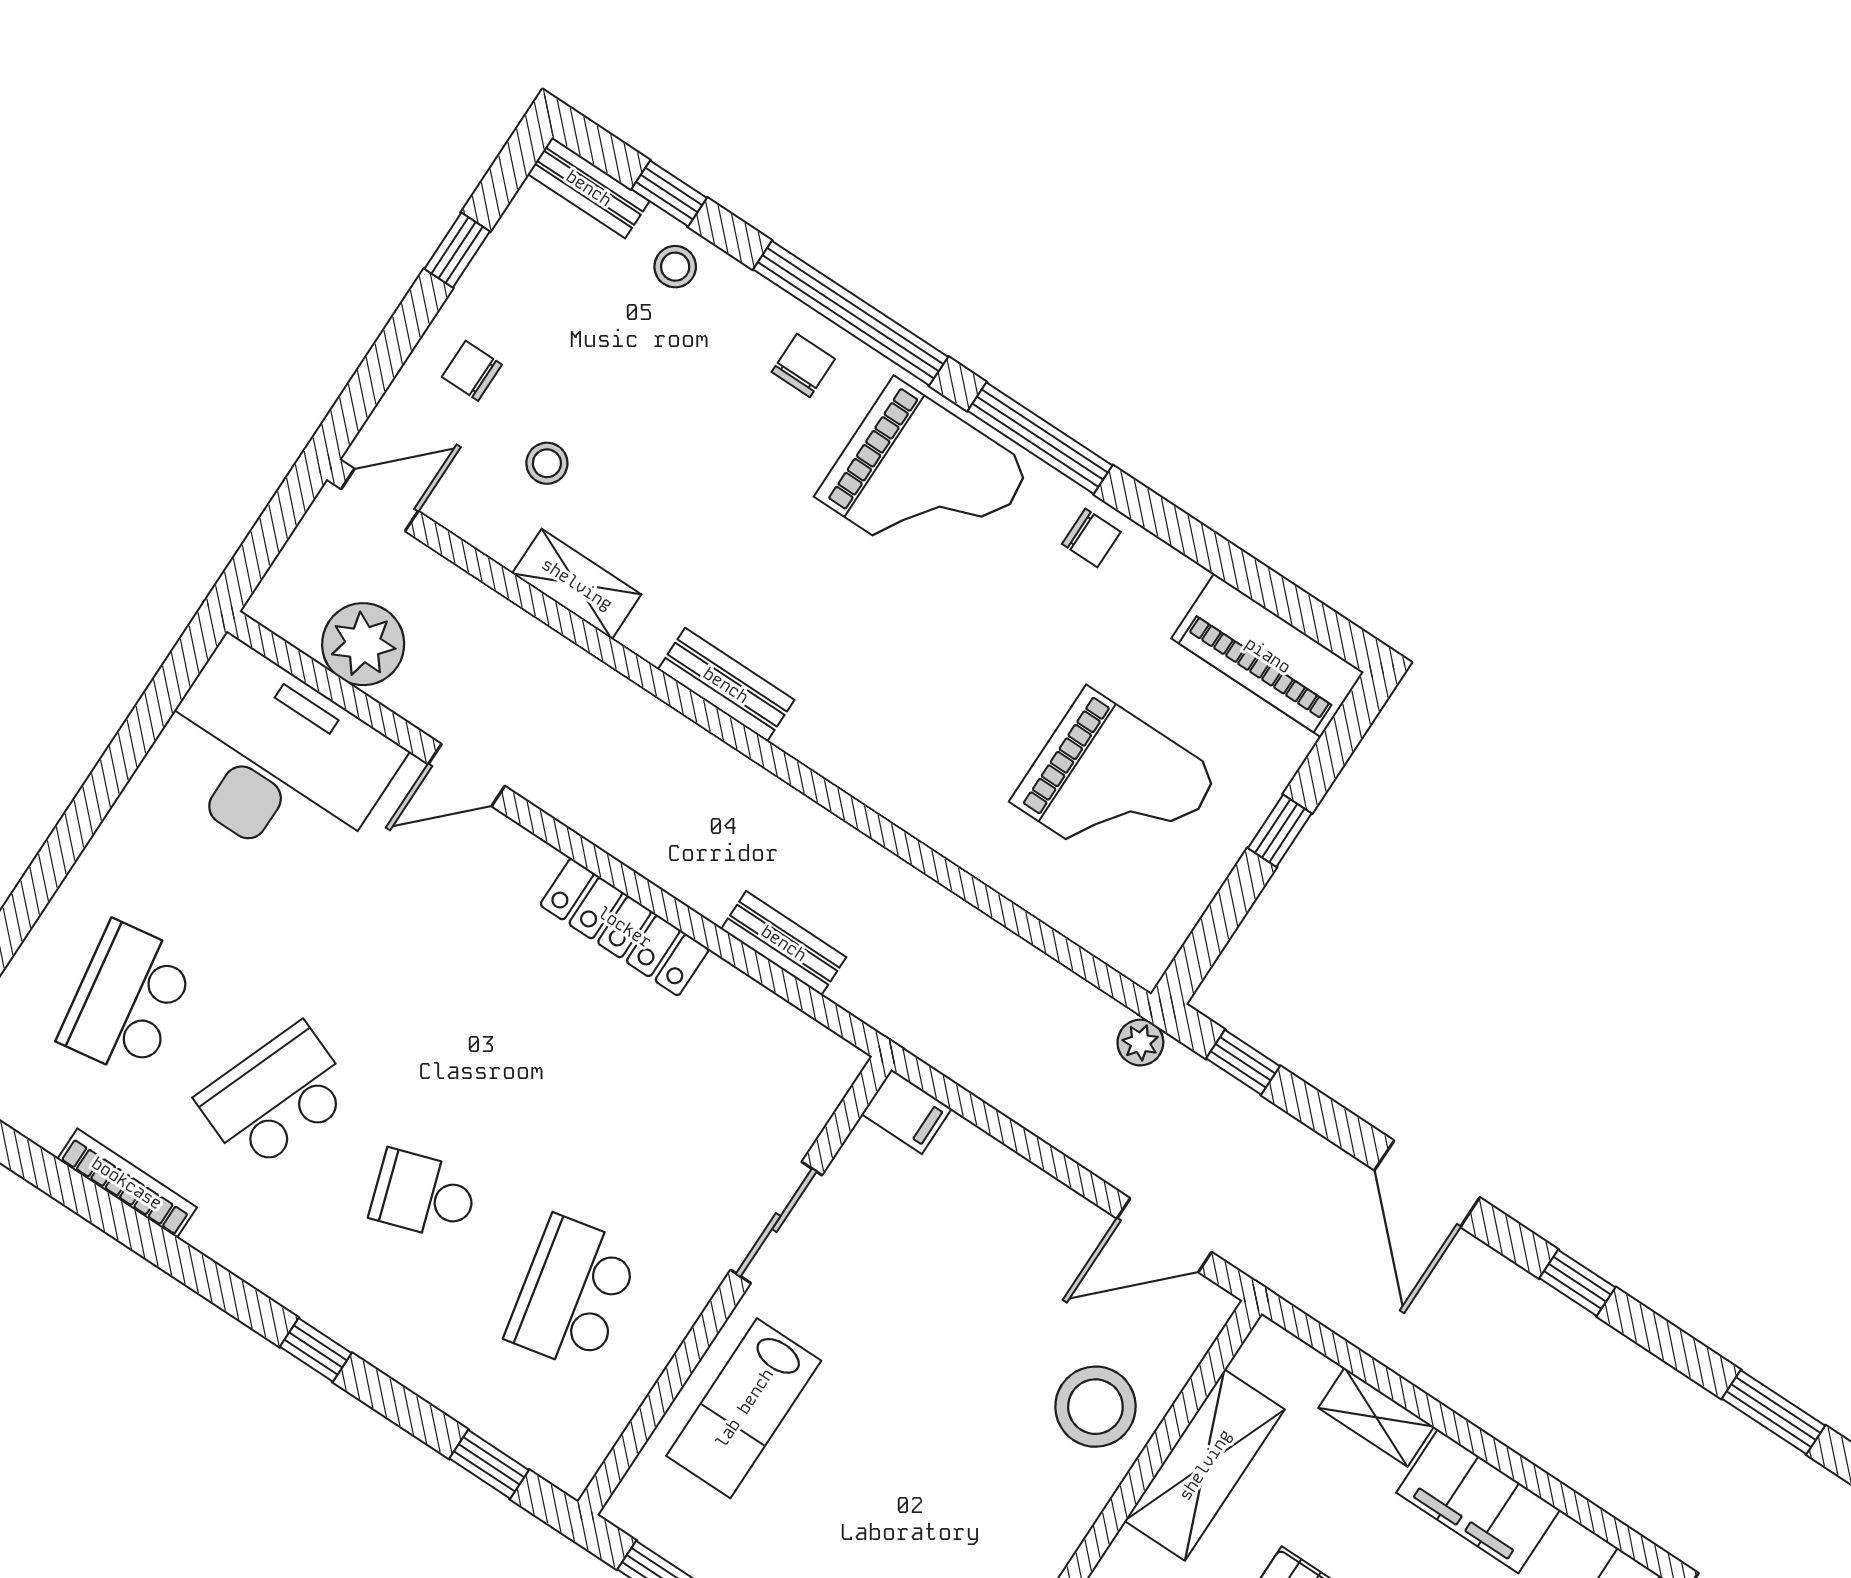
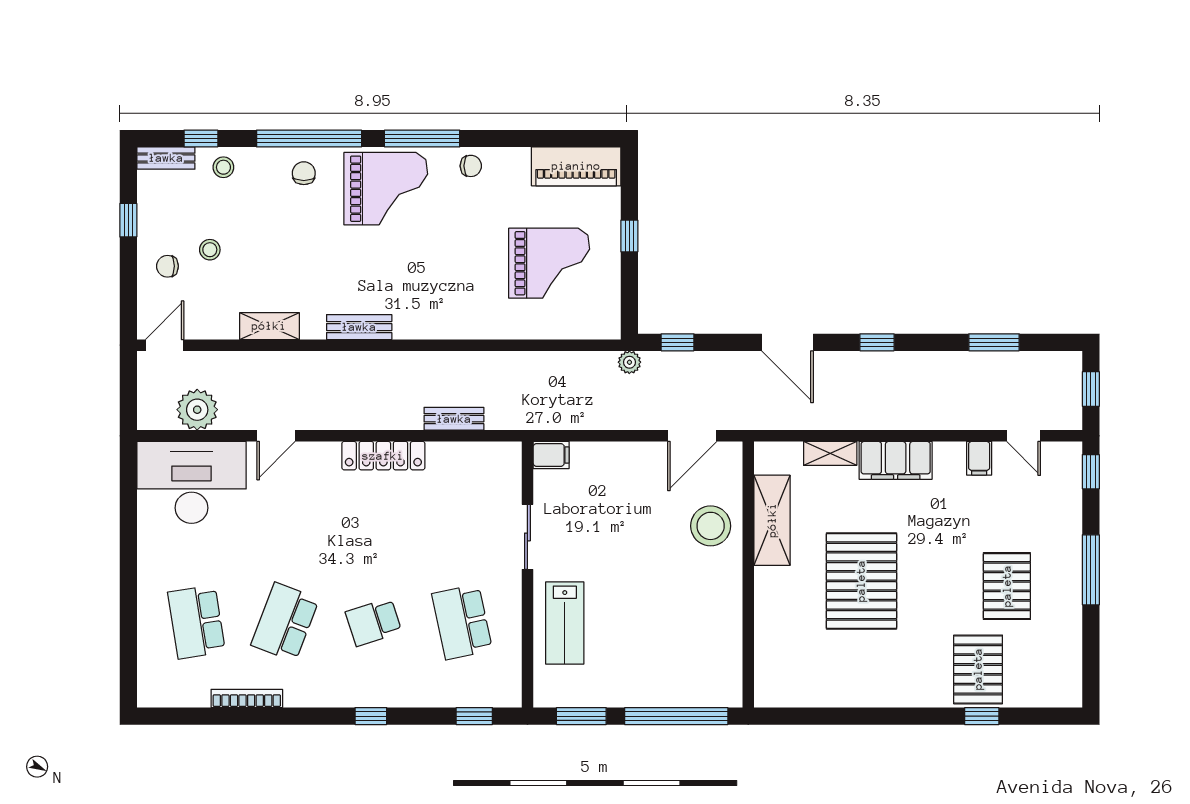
stool: (547, 463) -> (210, 250), moved

